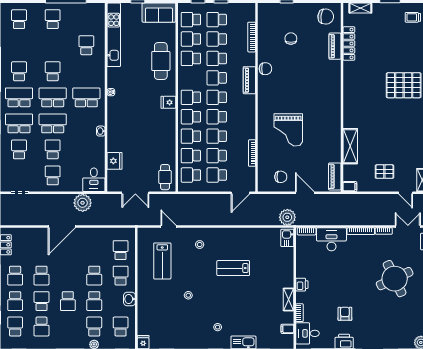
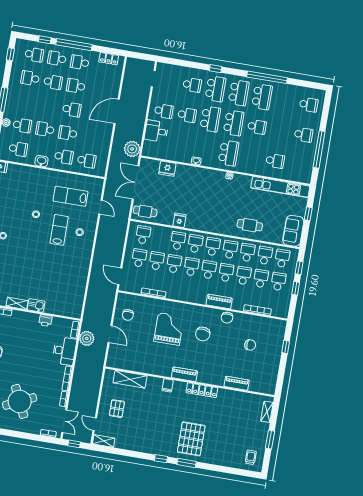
chair: (326, 17) -> (203, 334), moved
locker: (349, 44) -> (202, 390), moved
cafe table: (161, 61) -> (250, 225), width x0.73, depth x0.74
school desk: (19, 71) -> (262, 97), width x1.85
fridge: (168, 102) -> (179, 220), moved
grand piano: (288, 130) -> (169, 329), turned 90
shelving: (350, 146) -> (130, 379), moved
school desk: (191, 156) -> (230, 250), moved
piano: (335, 176) -> (184, 374), moved
desk: (94, 180) -> (156, 131), moved
filing cabinet: (350, 187) -> (168, 385), moved
double door: (135, 193) -> (136, 183), width x1.37
door: (305, 193) -> (110, 334), hinge flipped
door: (406, 193) -> (95, 424), hinge flipped
plant: (83, 203) -> (132, 149), moved
plant: (287, 217) -> (87, 338), moved
door: (62, 227) -> (117, 111), hinge flipped
door: (169, 227) -> (100, 207), hinge flipped
kitchen sink: (287, 238) -> (36, 305), moved
lab bench: (233, 268) -> (59, 230), moved
printer: (302, 285) -> (45, 320), moved
school desk: (68, 301) -> (72, 109), moved, turned 180

